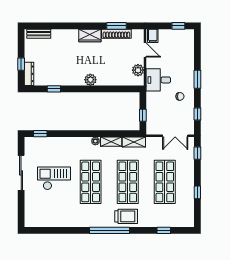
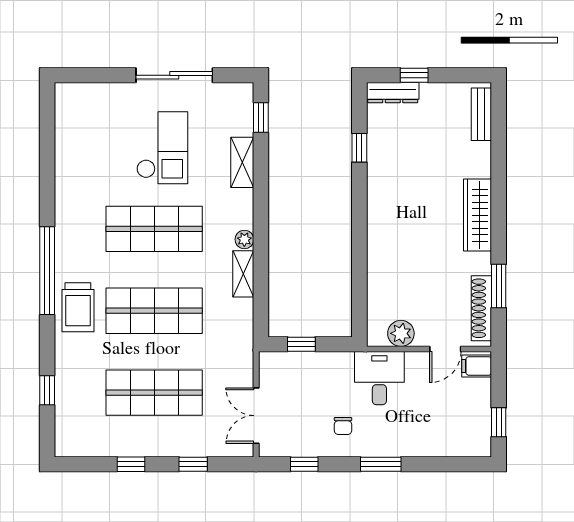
shoe rack: (116, 34) -> (481, 308), moved
wardrobe: (90, 35) -> (477, 215), width x1.50
plant: (90, 80) -> (380, 228), removed
shelving: (134, 142) -> (242, 162), moved
window: (197, 153) -> (193, 464), moved

